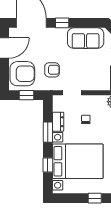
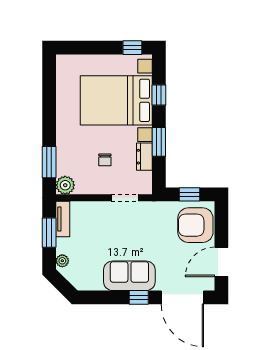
sofa: (86, 38) -> (129, 276), moved
armchair: (52, 70) -> (153, 231), removed
window: (95, 198) -> (132, 48), moved

